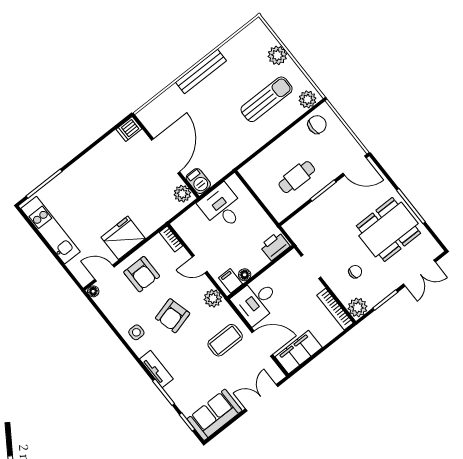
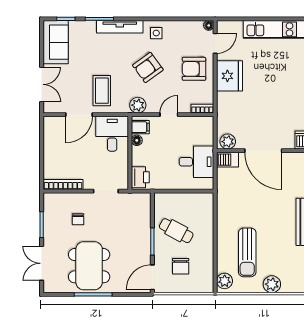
chair: (317, 125) -> (181, 266), moved
cafe table: (297, 177) -> (176, 231), turned -62
plant: (358, 307) -> (52, 201), removed
armchair: (173, 316) -> (148, 67), turned -111
filing cabinet: (299, 352) -> (53, 135), removed
tv unit: (156, 369) -> (120, 27), width x1.41

